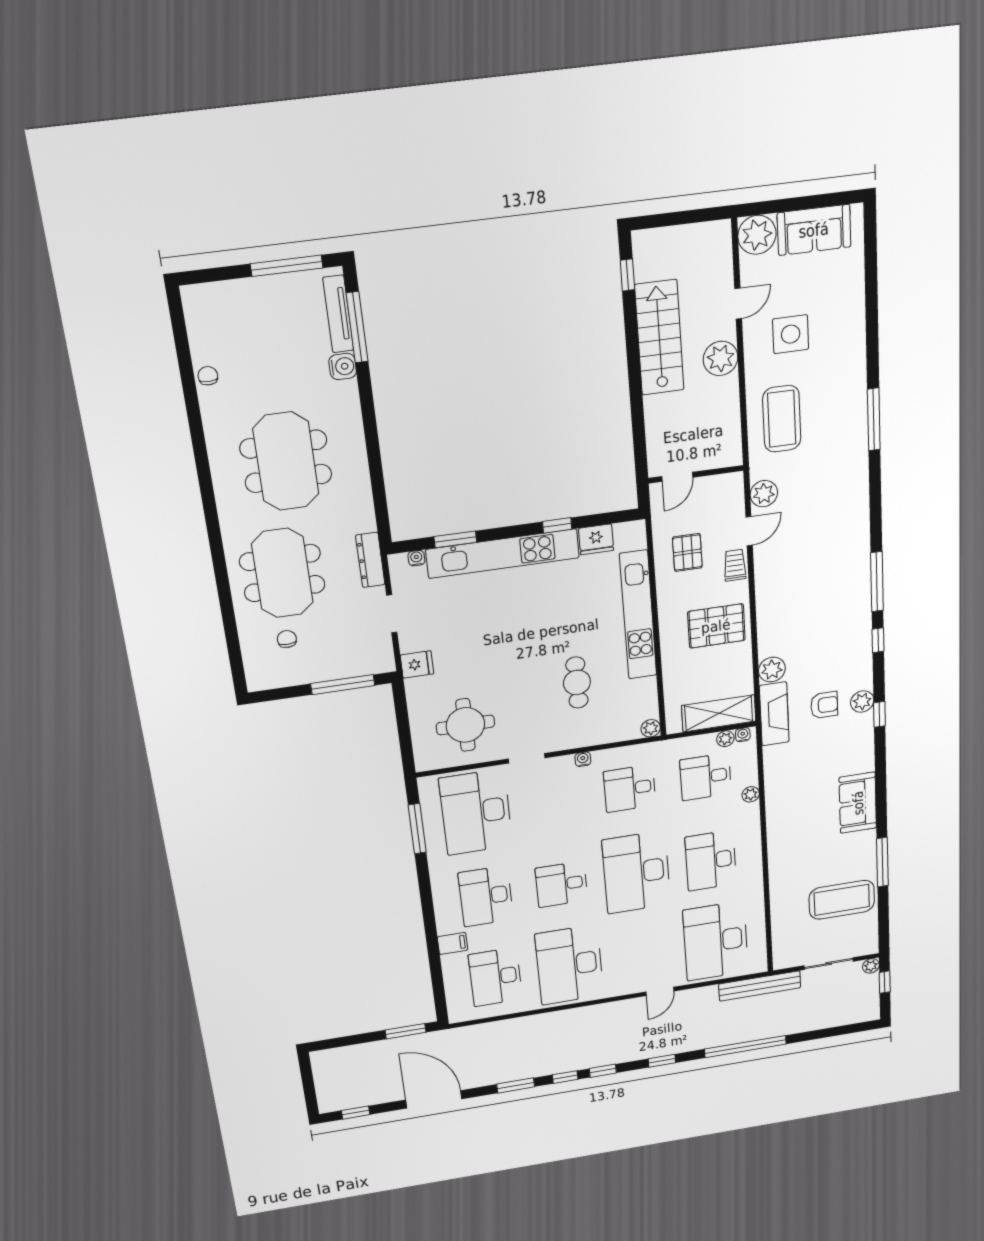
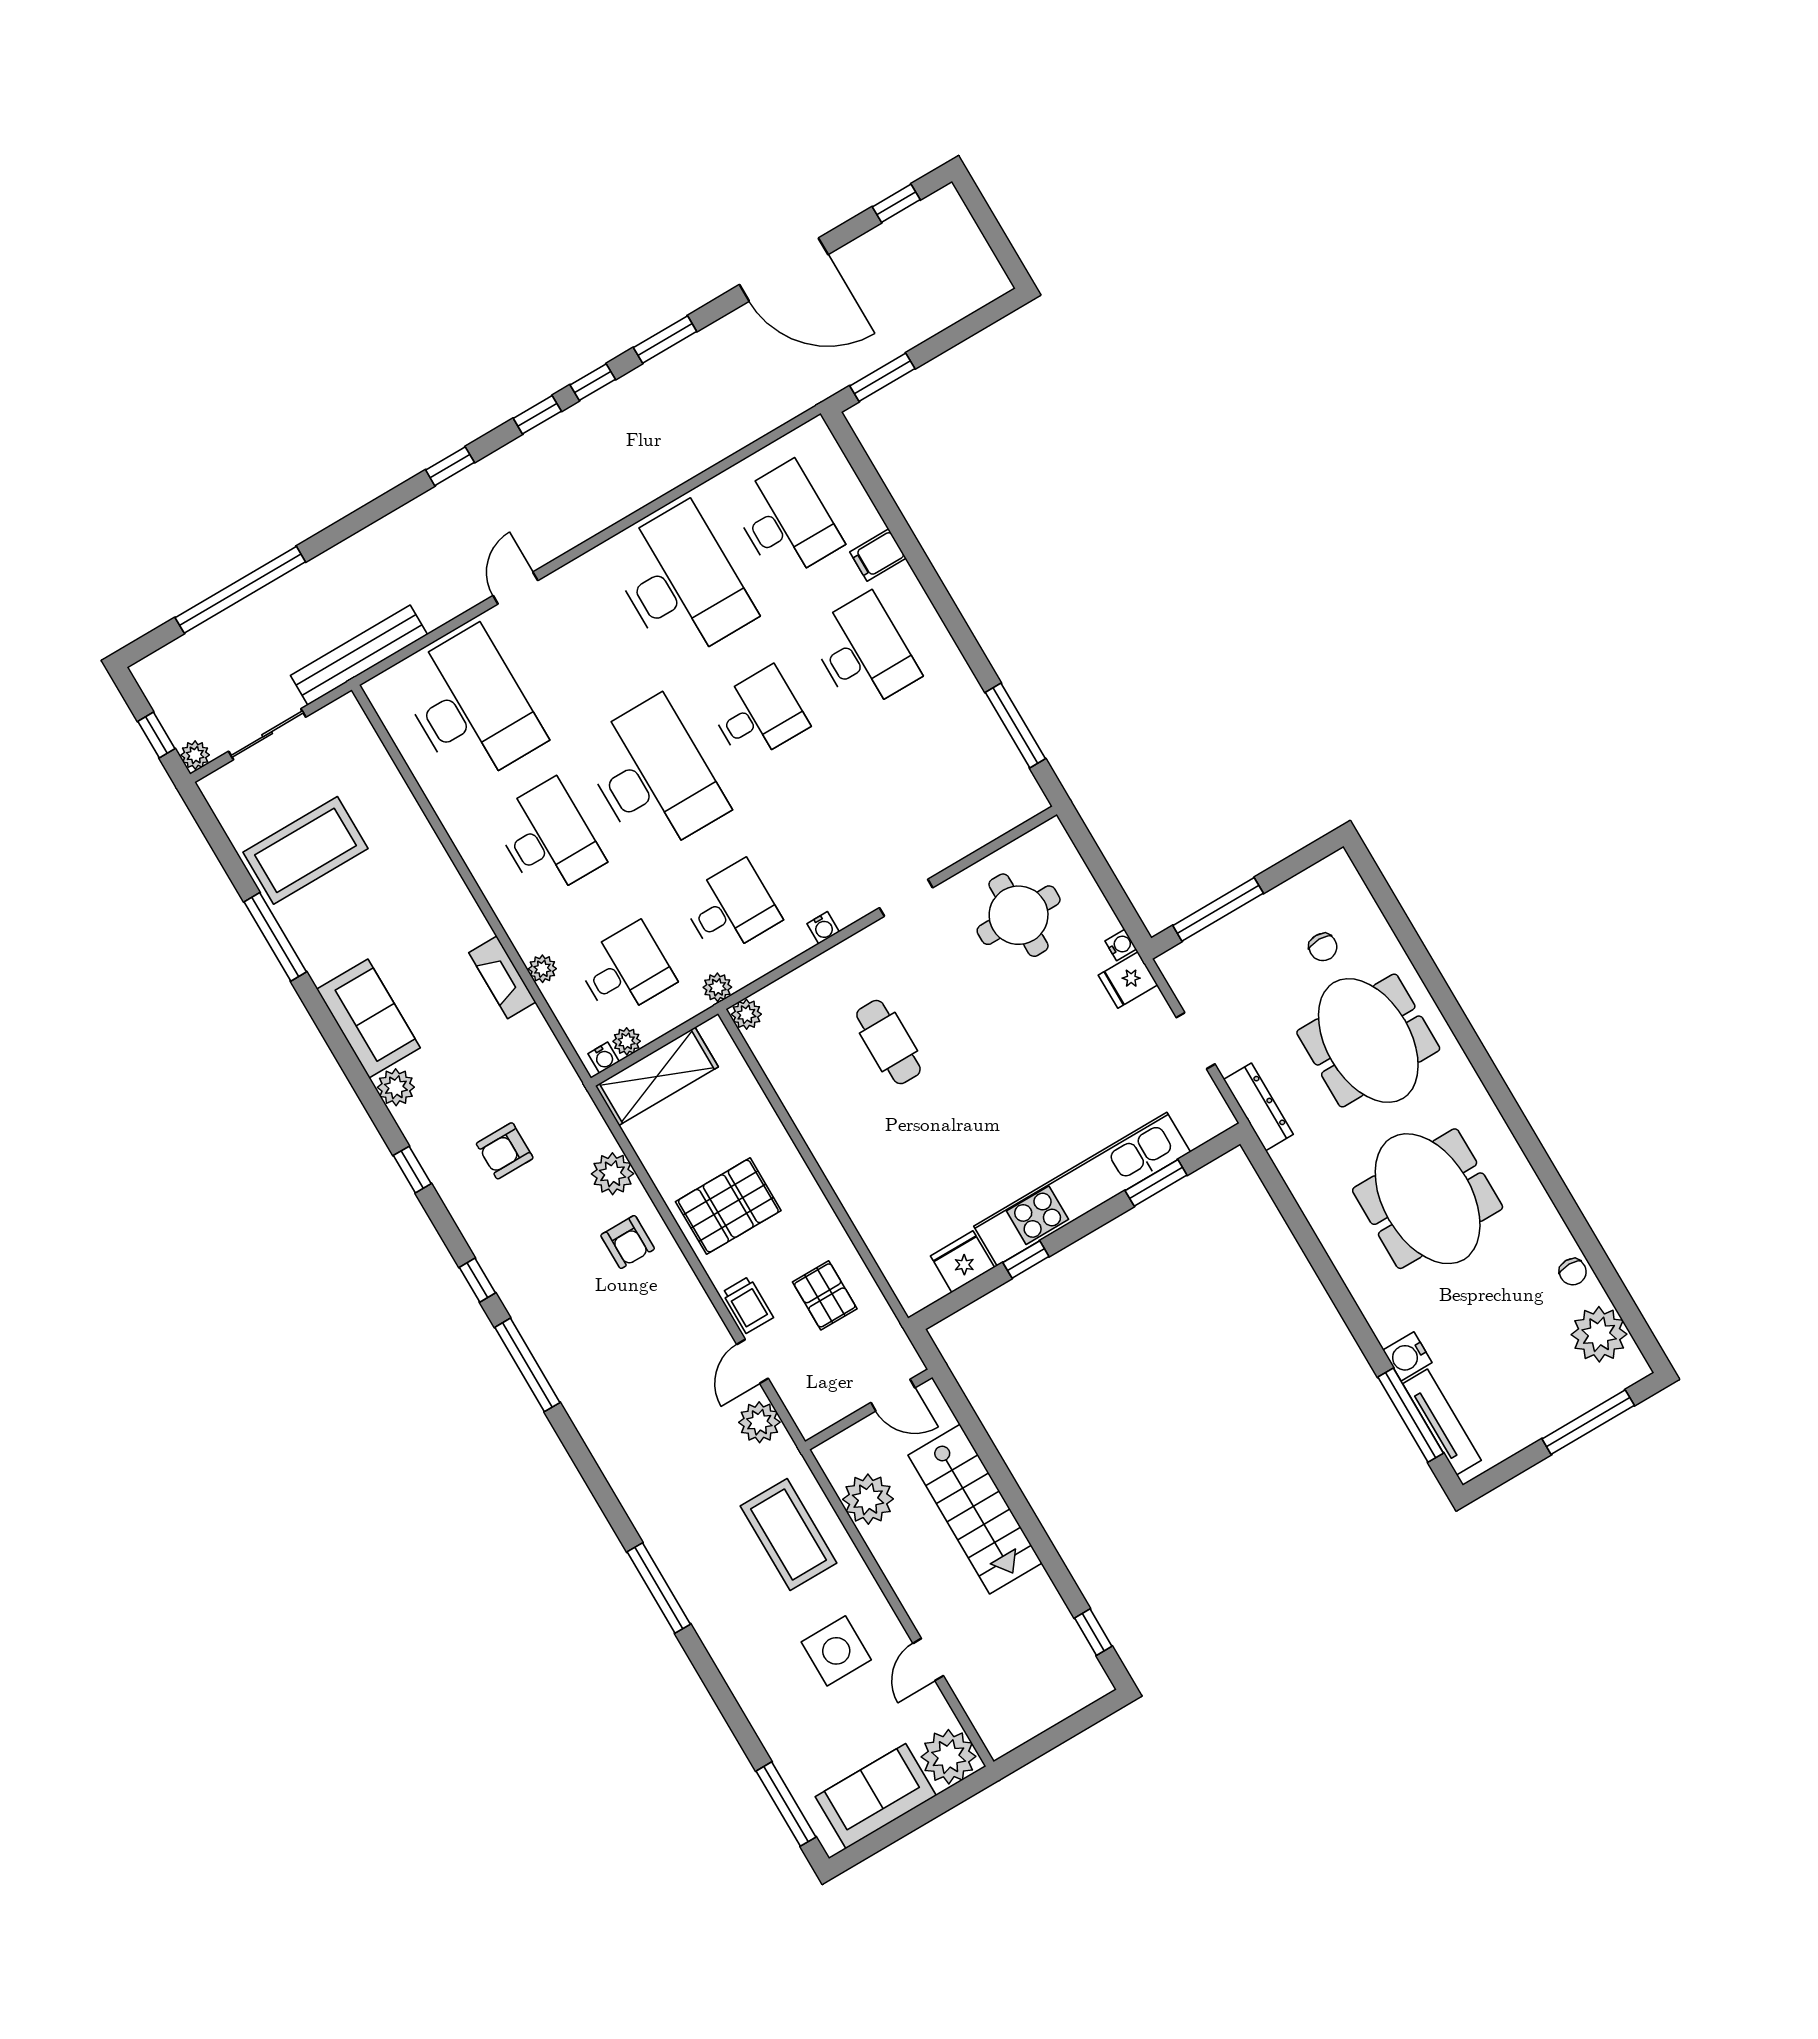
window: (871, 250) -> (786, 1804), added
window: (287, 266) -> (1588, 1422), moved
plant: (207, 327) -> (1599, 1334), added
stairs: (659, 338) -> (975, 1509), moved
plant: (721, 358) -> (868, 1499), moved
door: (677, 477) -> (893, 1395), swing flipped
water cooler: (416, 558) -> (1121, 945), moved, turned -90
kitchen unit: (638, 615) -> (850, 1177), removed
armchair: (784, 628) -> (628, 1242), added
plant: (862, 702) -> (396, 1087), moved
fireplace: (774, 714) -> (502, 977), moved, width x0.73, depth x0.76
plant: (659, 749) -> (717, 987), added
desk: (476, 812) -> (941, 784), removed
window: (745, 1047) -> (240, 590), moved

